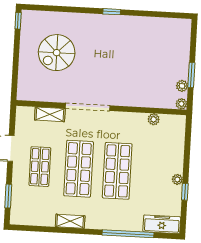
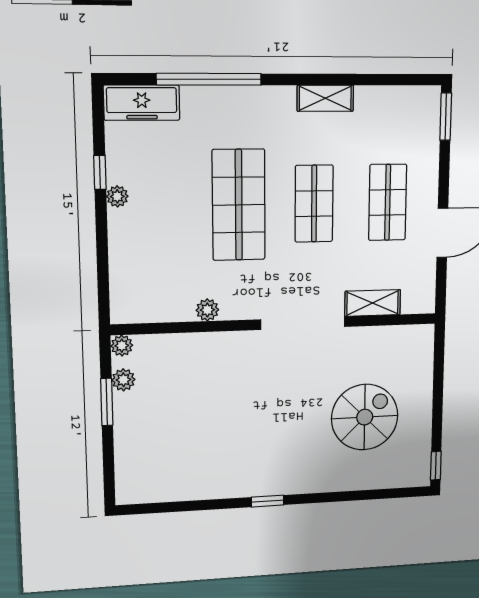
plant: (154, 119) -> (207, 310), moved
shop shelf: (79, 169) -> (314, 204), width x0.70, depth x0.74
window: (8, 196) -> (446, 117), moved

